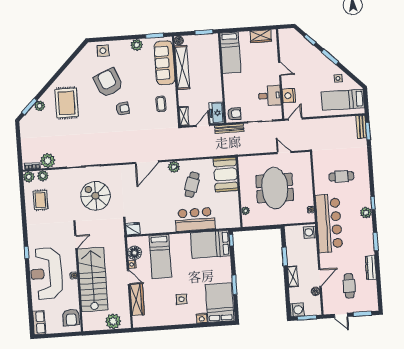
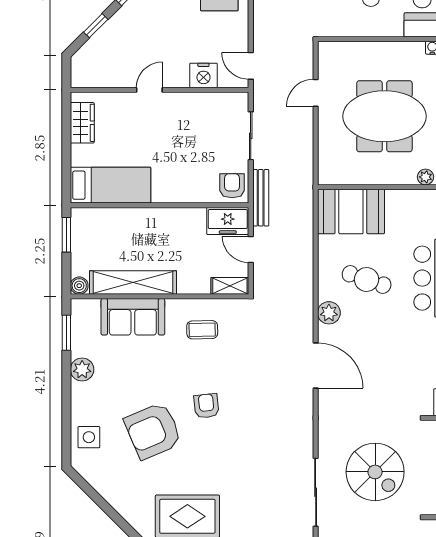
sofa: (165, 63) -> (133, 317), width x0.73
desk: (270, 96) -> (201, 114), removed
spiral stairs: (95, 196) -> (375, 472), turned -90

